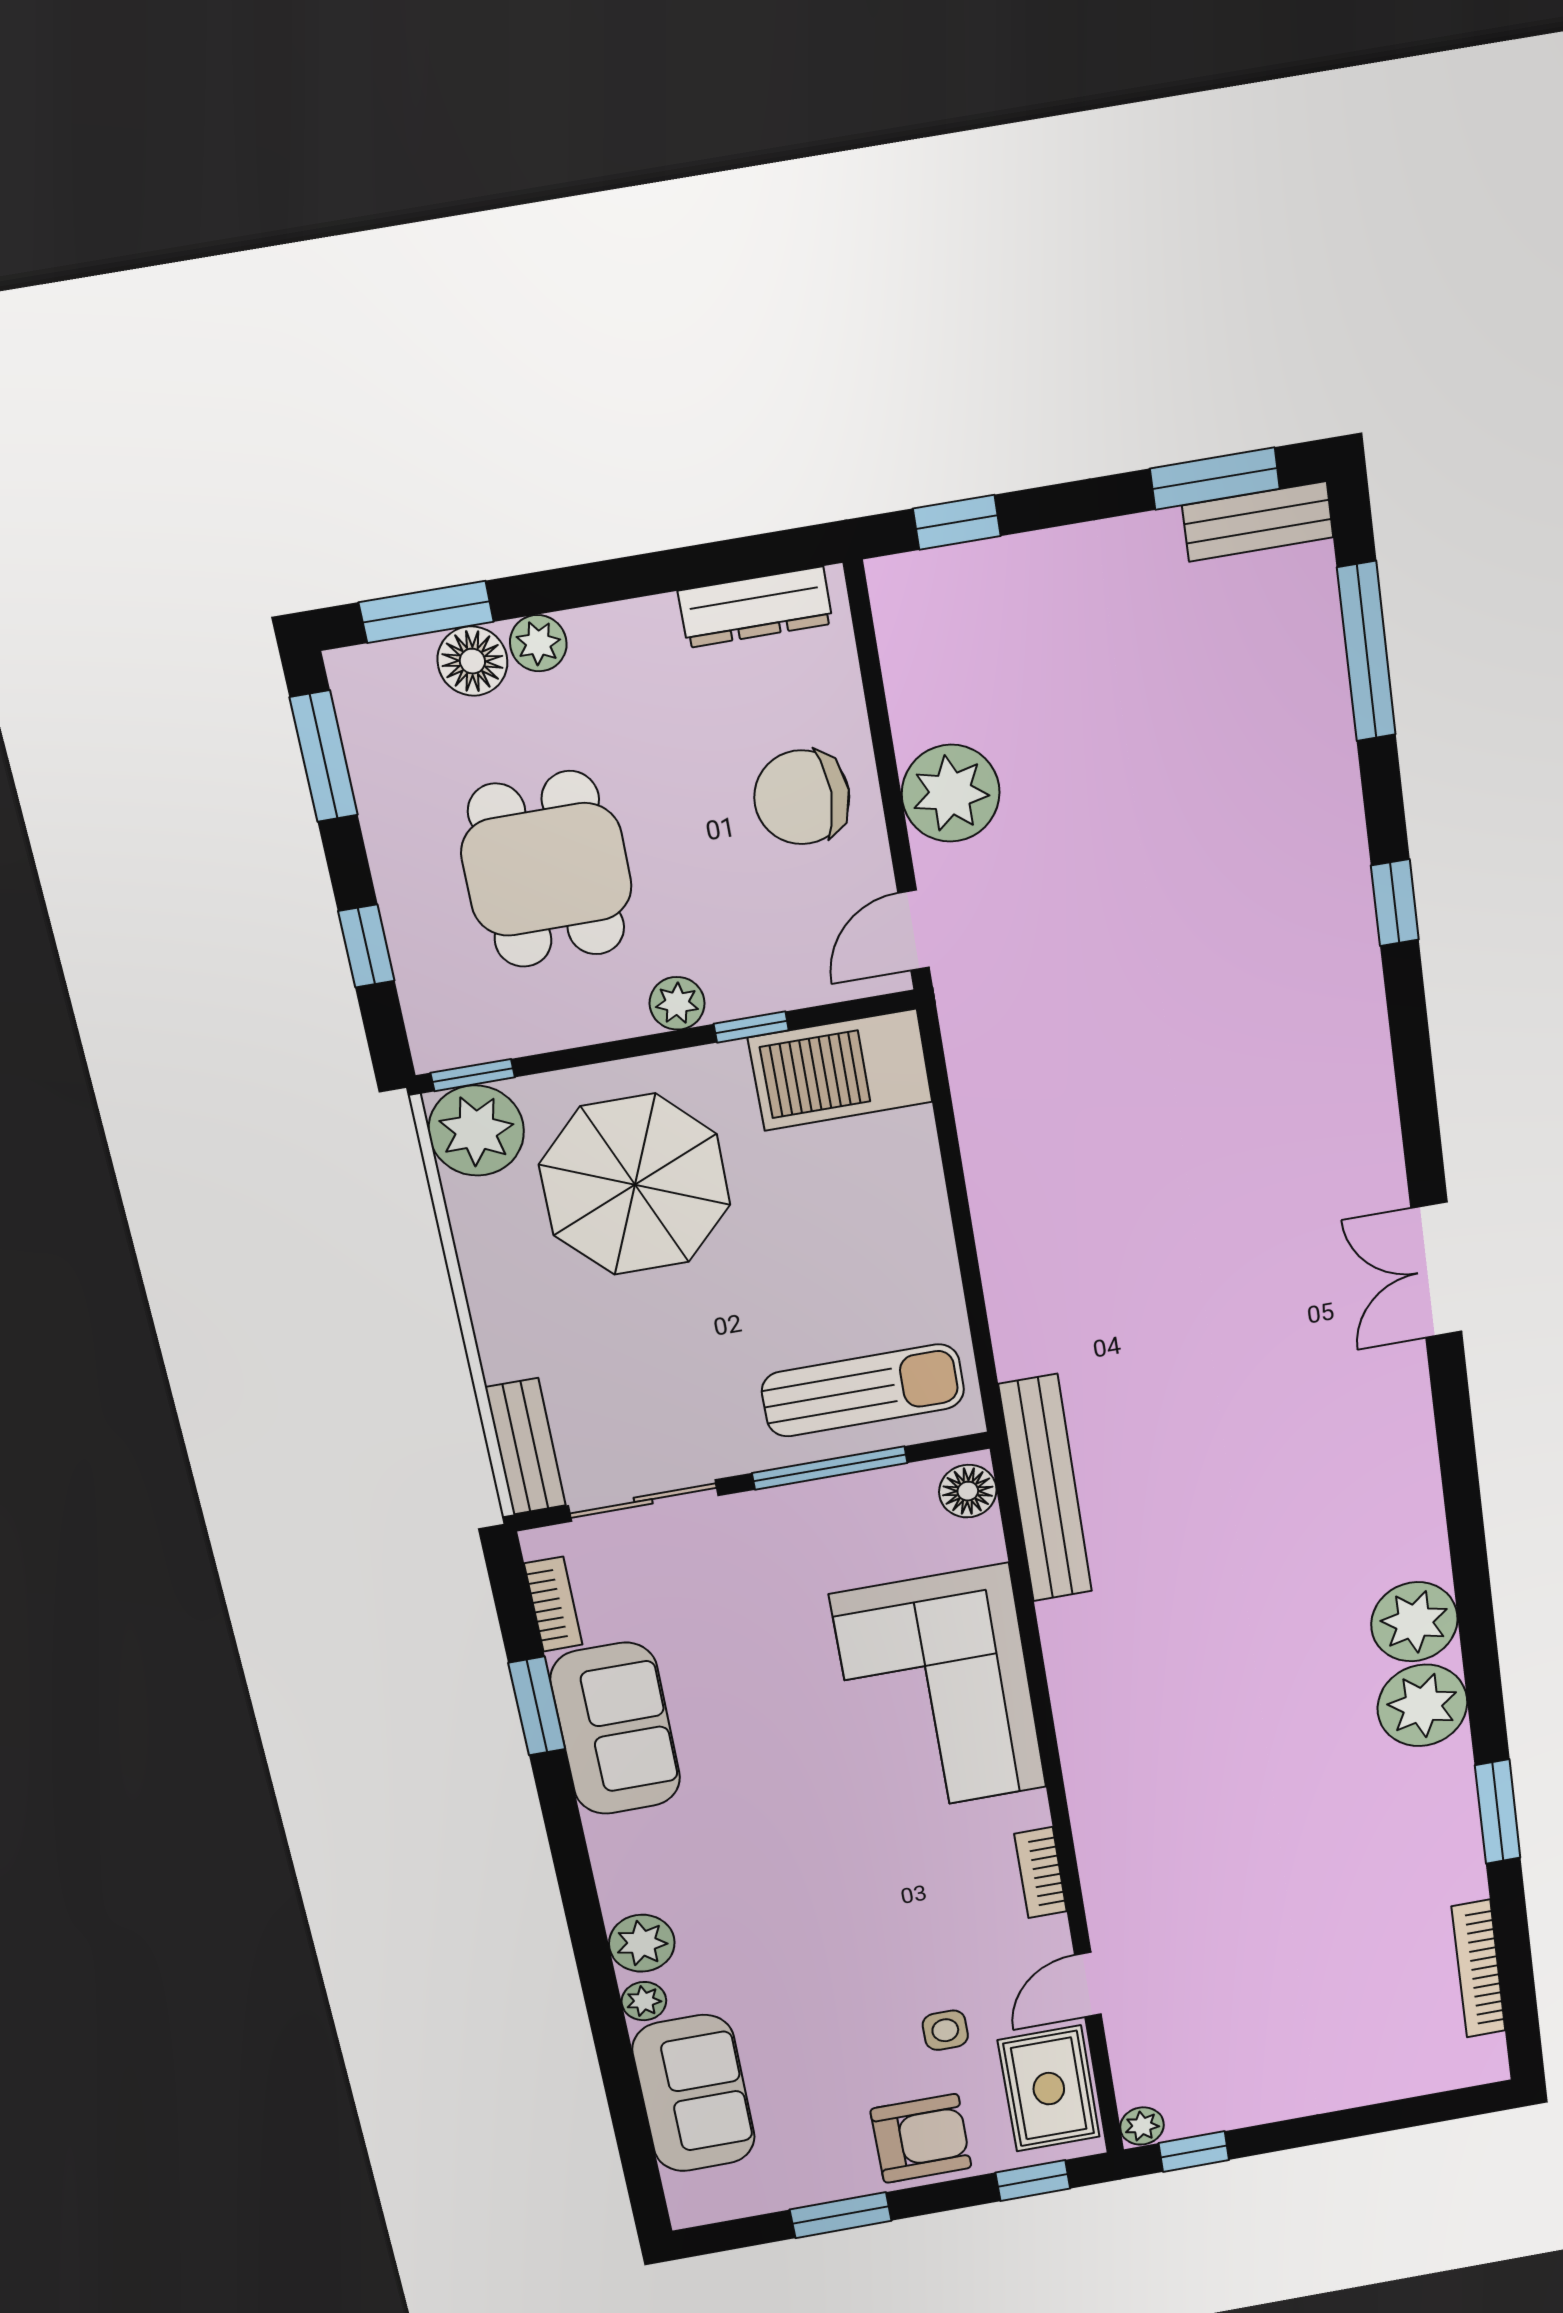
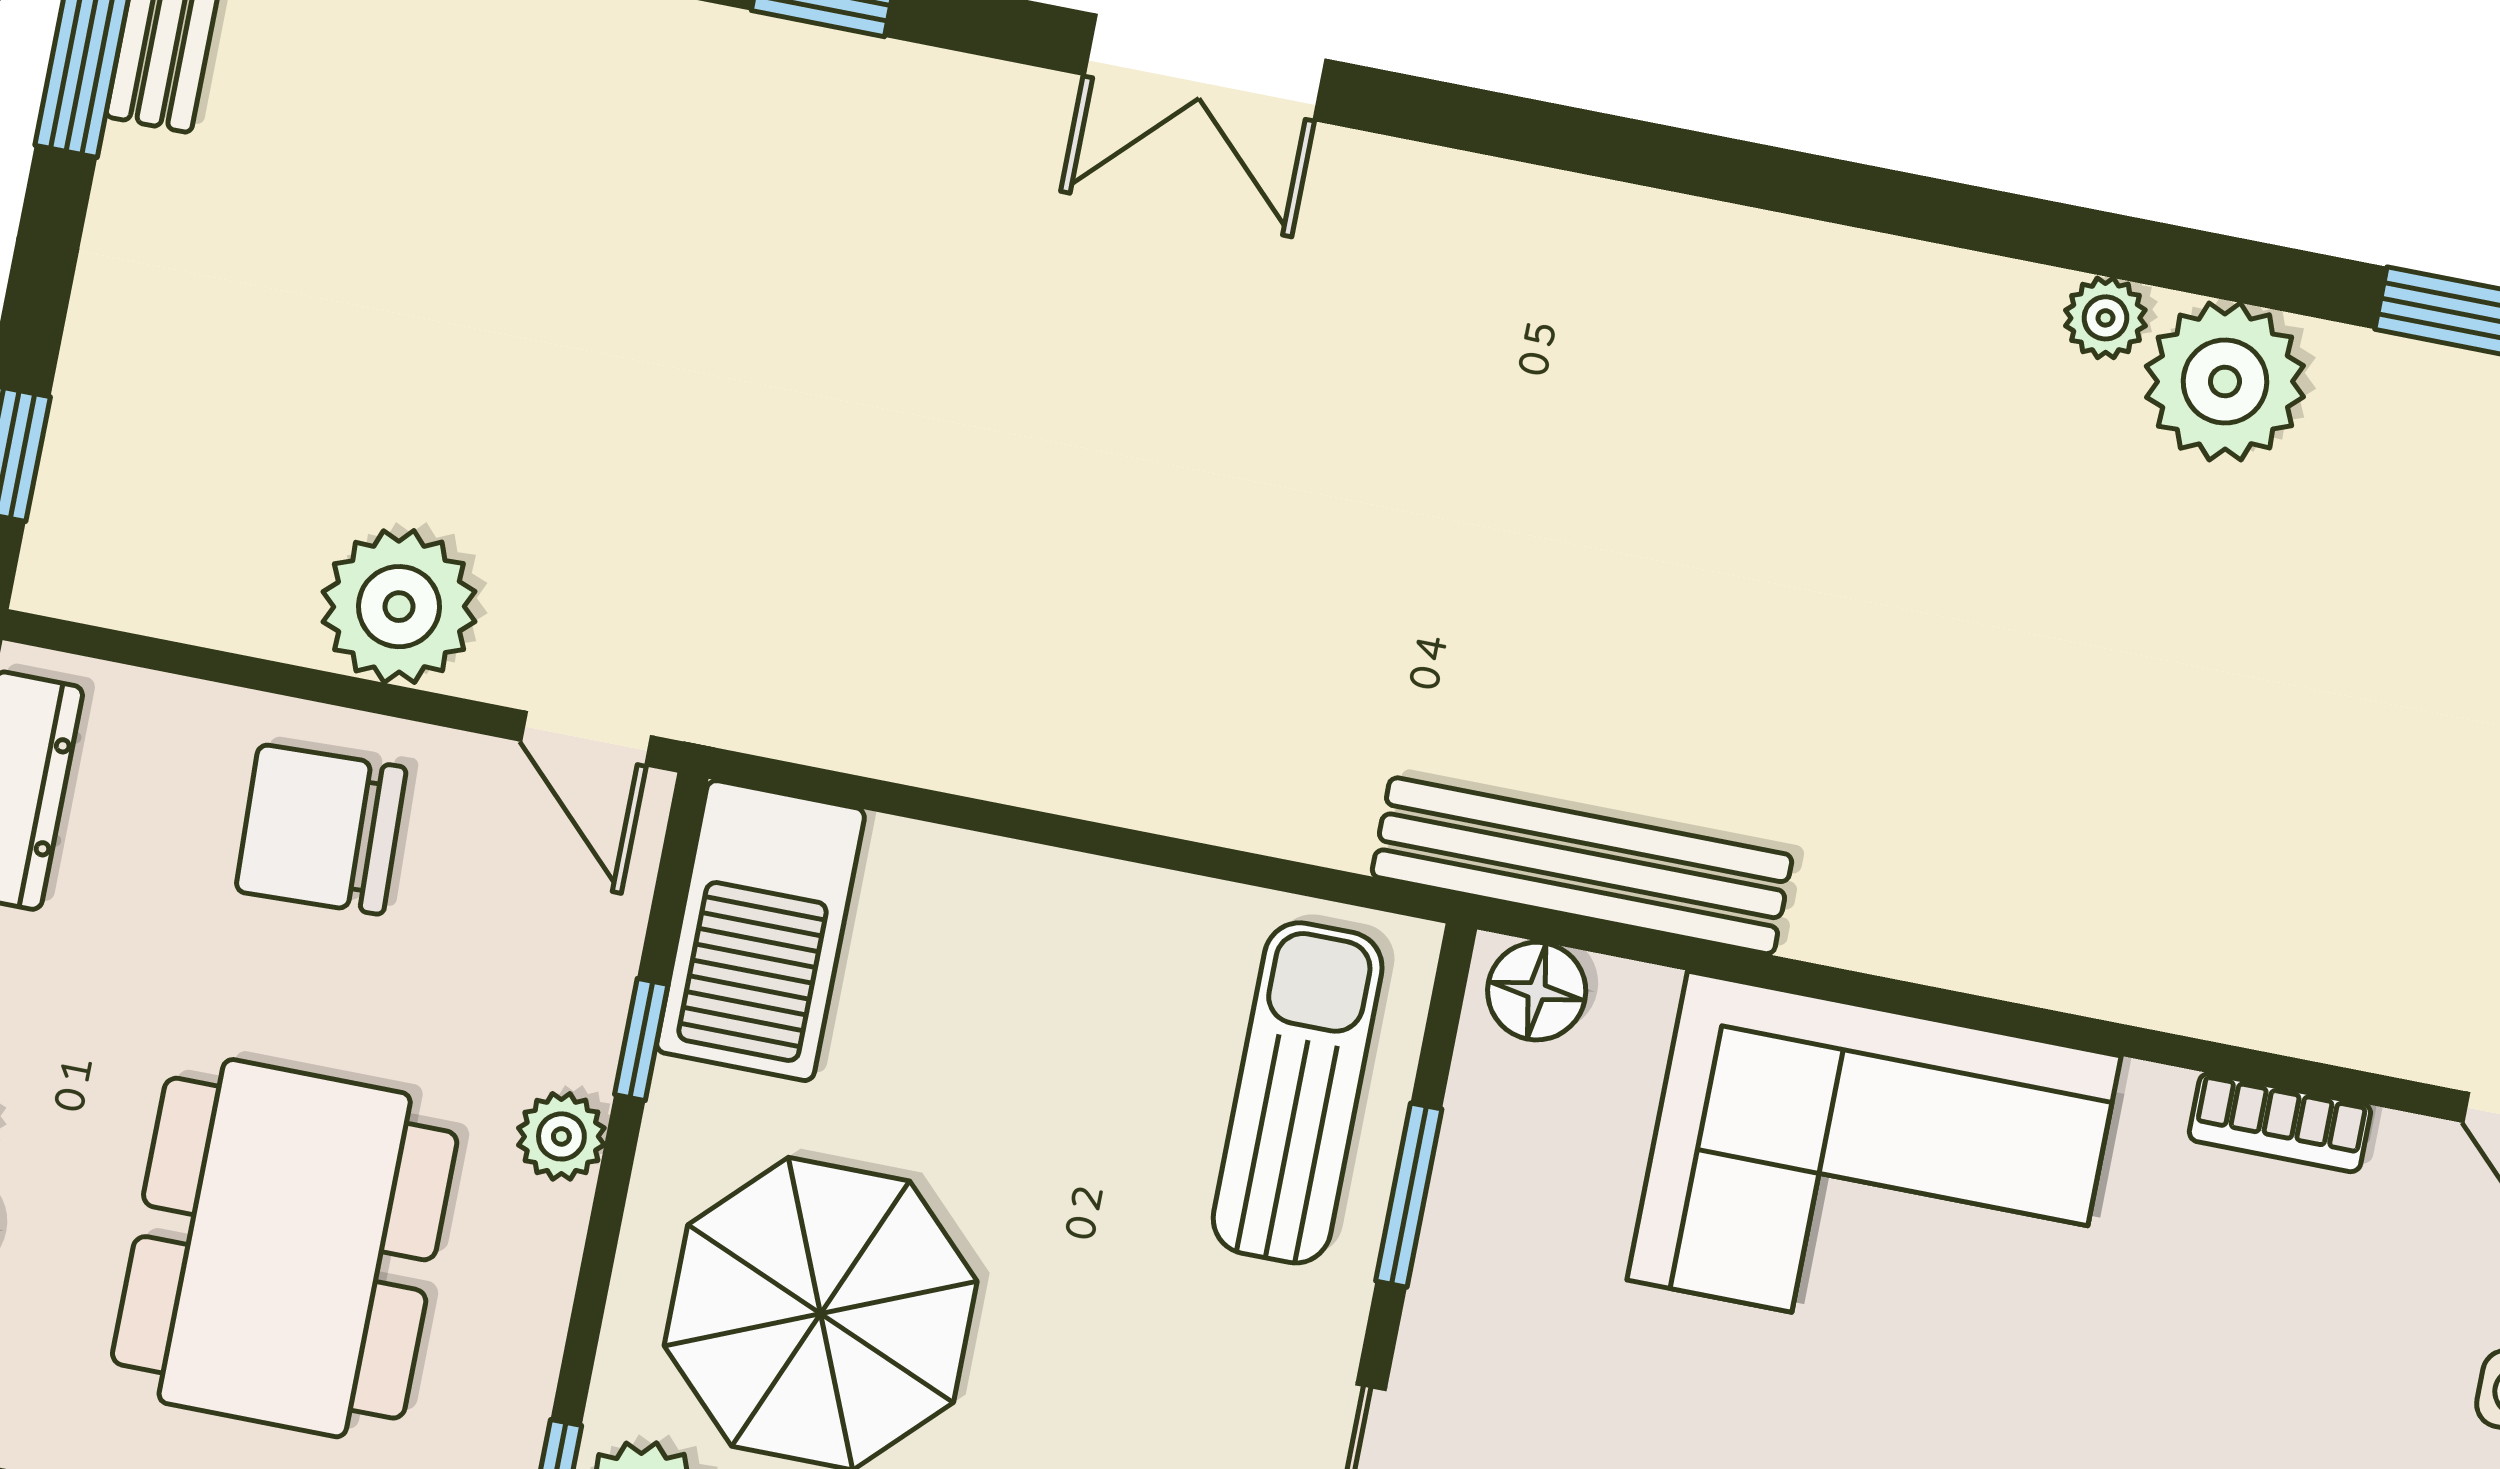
chair: (802, 797) -> (321, 829), turned 88
dining table: (546, 870) -> (285, 1248), width x1.38
double door: (1436, 1270) -> (1205, 67), moved
window: (830, 1468) -> (1409, 1195), width x0.69
plant: (1414, 1622) -> (2105, 318), width x0.53, depth x0.53

